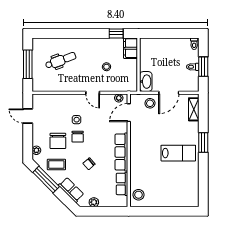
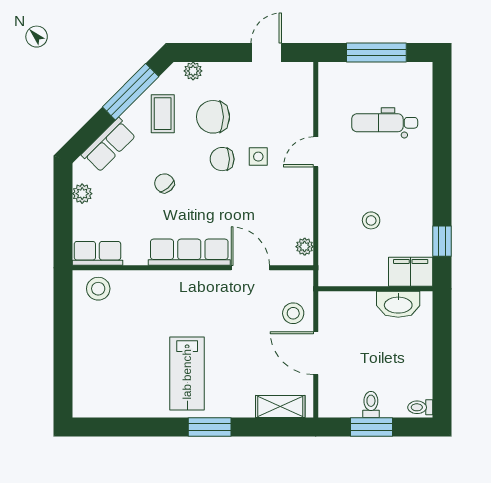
dental chair: (61, 60) -> (385, 123), turned 110
washbasin: (146, 82) -> (398, 304), moved
door: (93, 93) -> (316, 152), moved
door: (129, 113) -> (250, 268), moved
row of seats: (122, 184) -> (97, 253), moved

